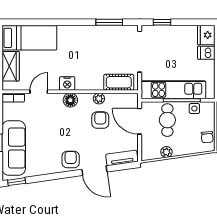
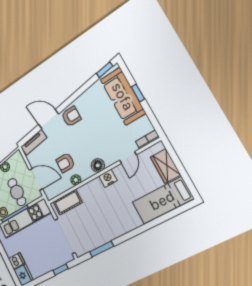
armchair: (100, 120) -> (65, 163), turned 90
armchair: (71, 159) -> (71, 116), turned -90

